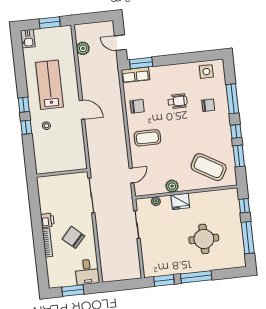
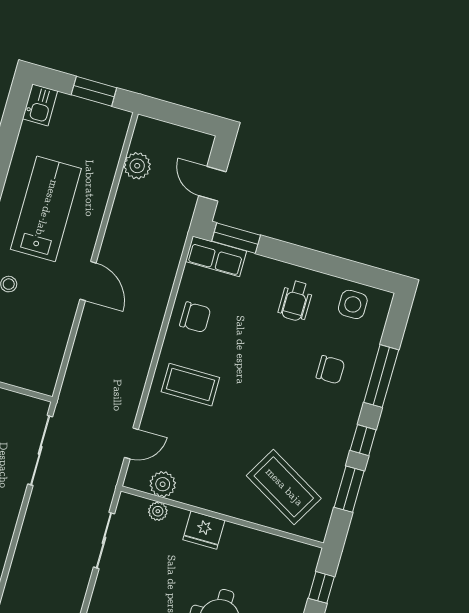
wheelchair: (177, 101) -> (296, 301), moved, turned 90
plant: (172, 186) -> (163, 484), moved

